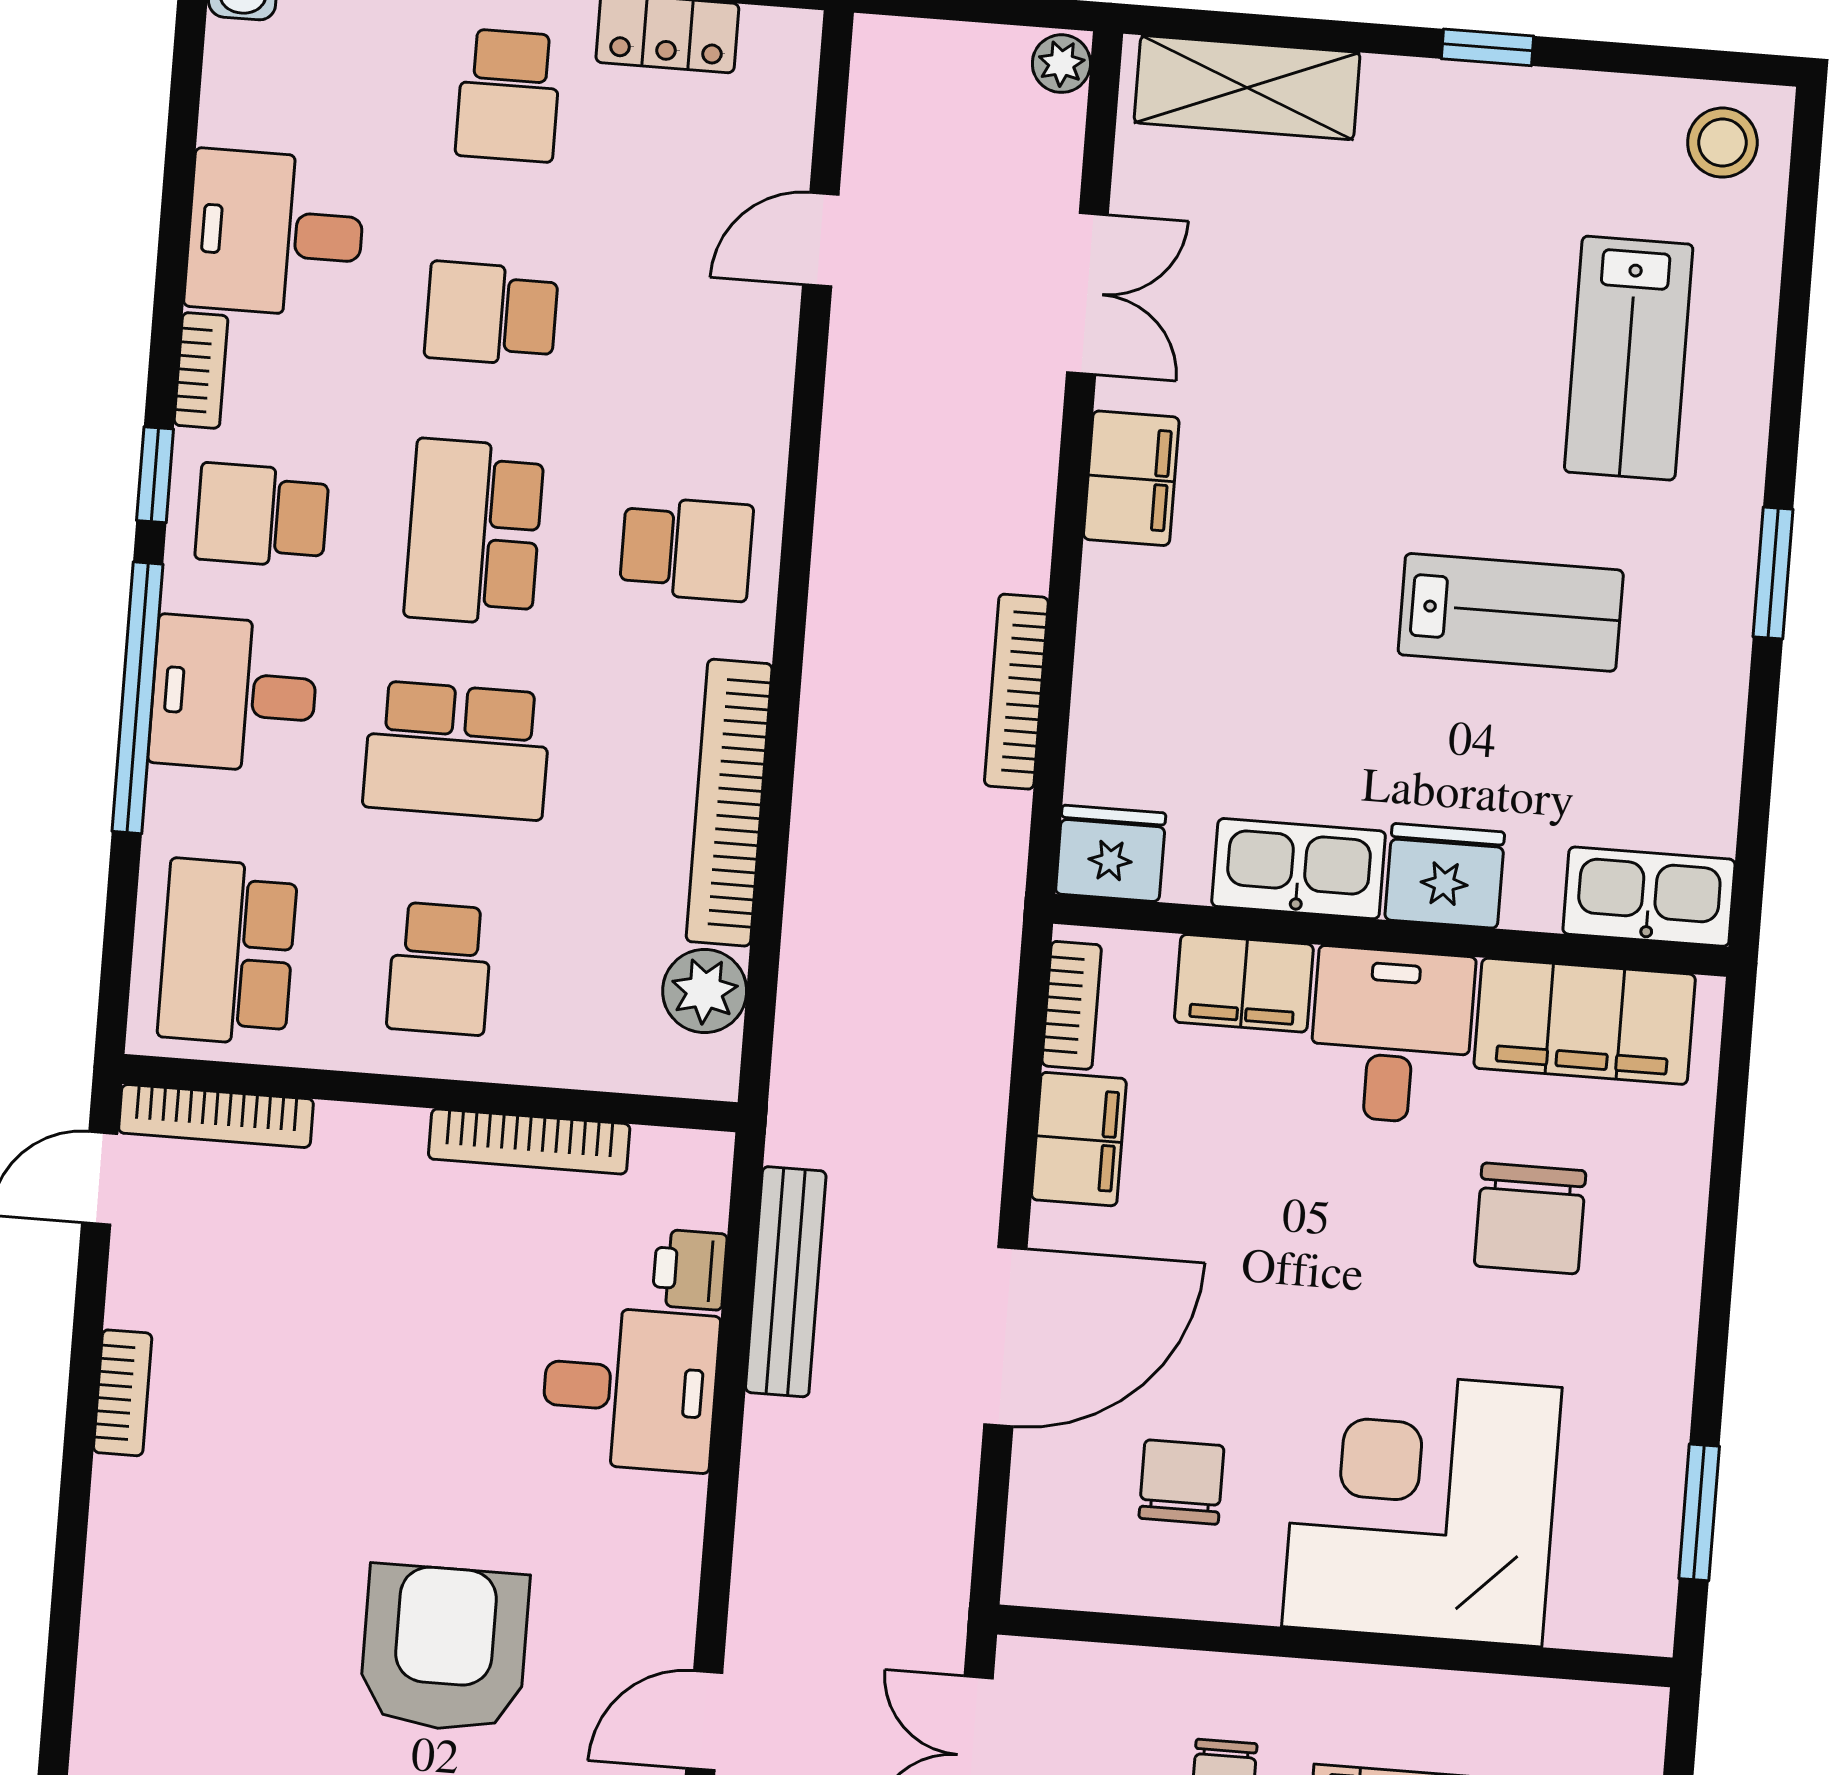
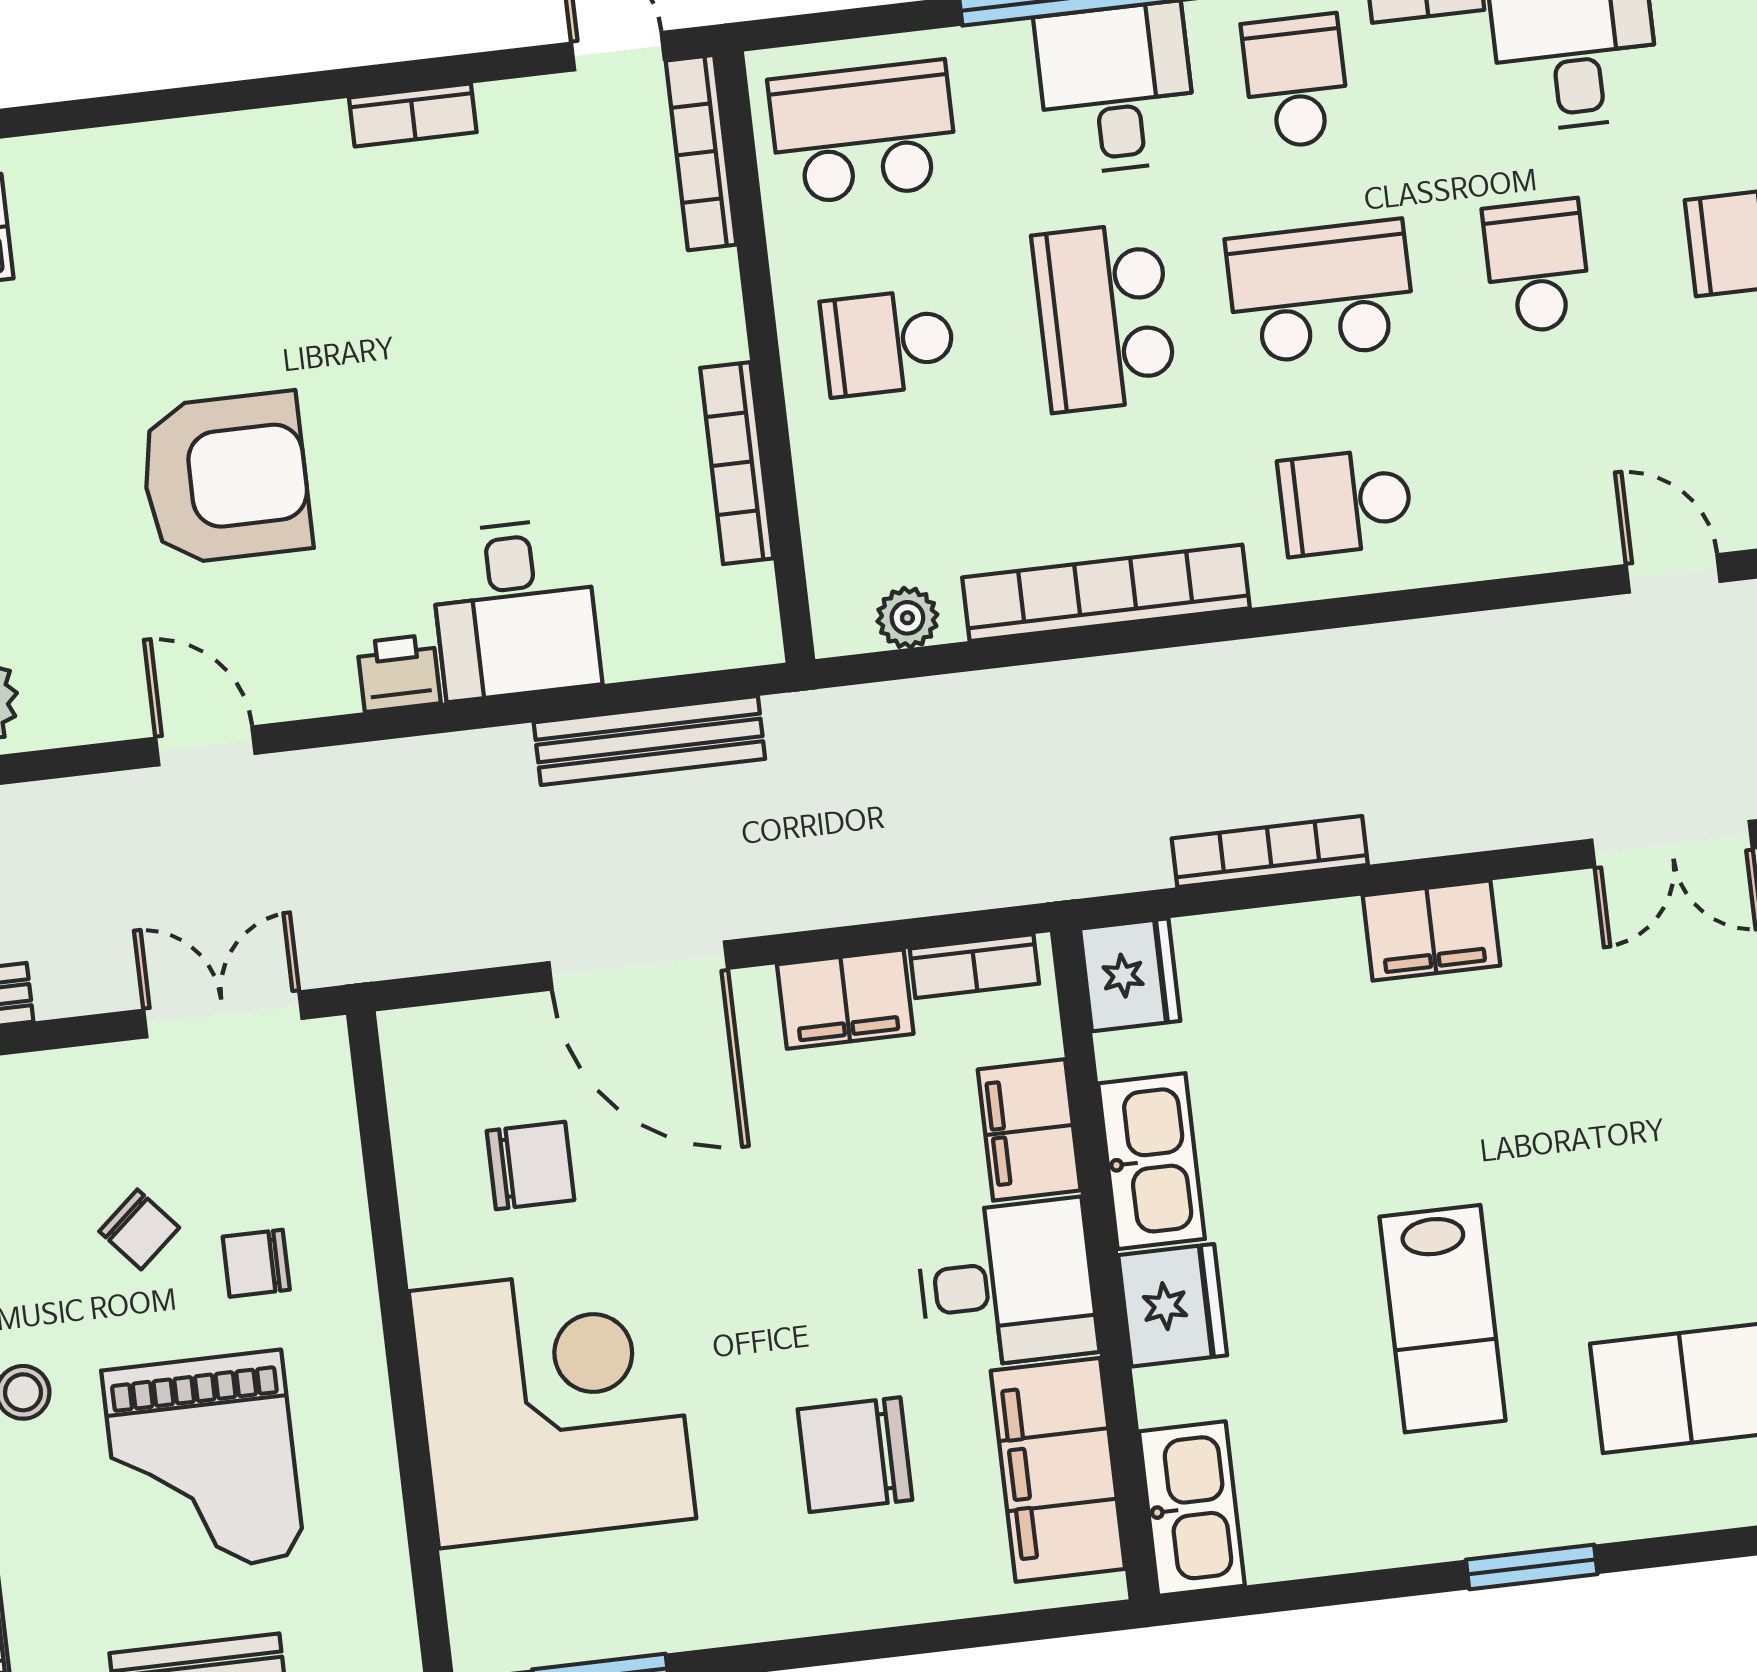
filing cabinet: (1131, 478) -> (1431, 931), moved
school desk: (686, 549) -> (1345, 502), turned 90
plant: (705, 991) -> (907, 618), width x0.73, depth x0.73
printer: (690, 1270) -> (399, 673), moved

